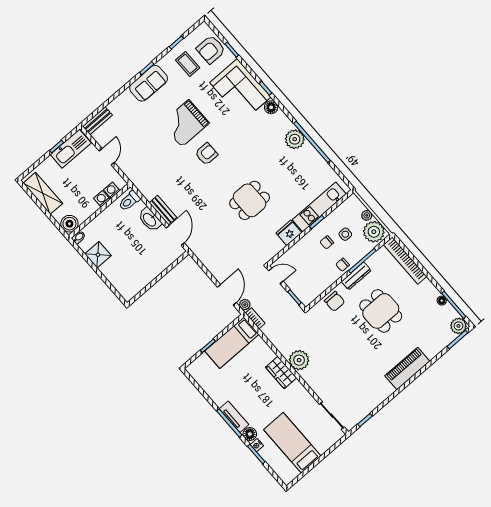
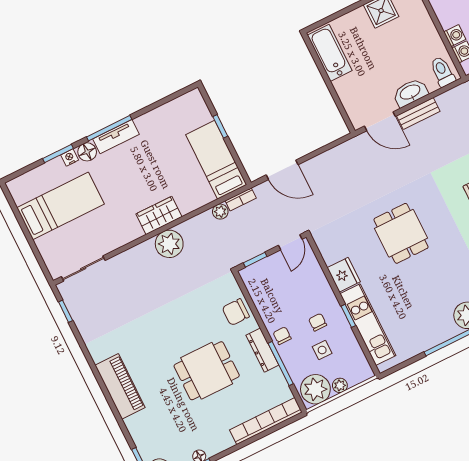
bathtub: (137, 283) -> (330, 53), added
plant: (245, 305) -> (220, 212), moved

